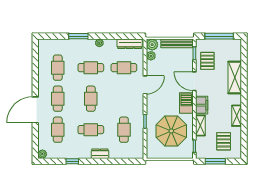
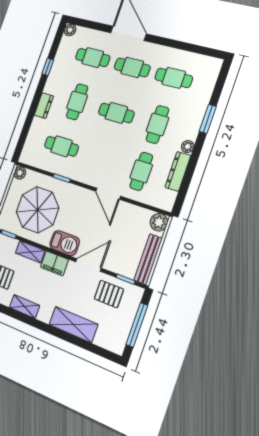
dresser: (130, 44) -> (178, 171), moved
plant: (151, 56) -> (20, 173), moved

